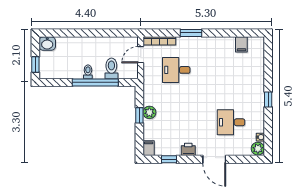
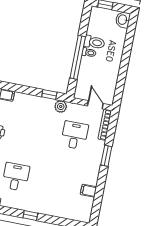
filing cabinet: (241, 44) -> (88, 191), moved
toilet: (111, 68) -> (94, 42), moved
plant: (149, 112) -> (61, 107), moved
window: (139, 115) -> (49, 95), moved

